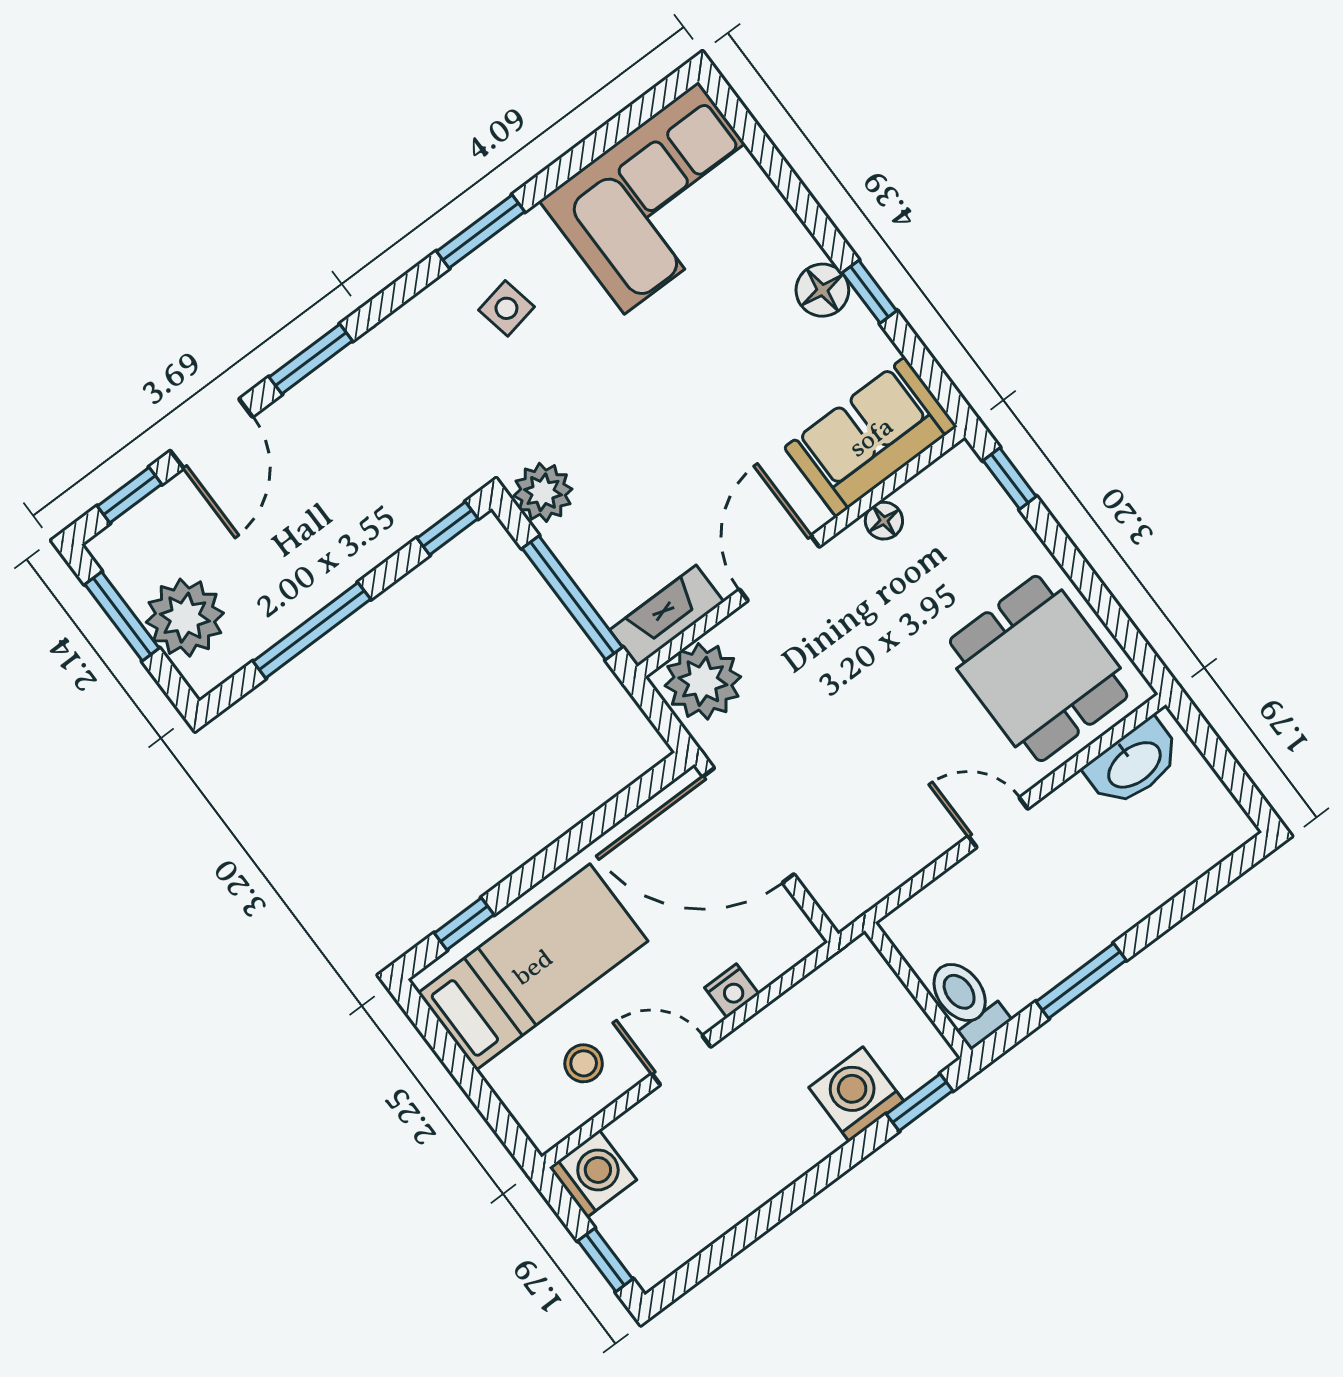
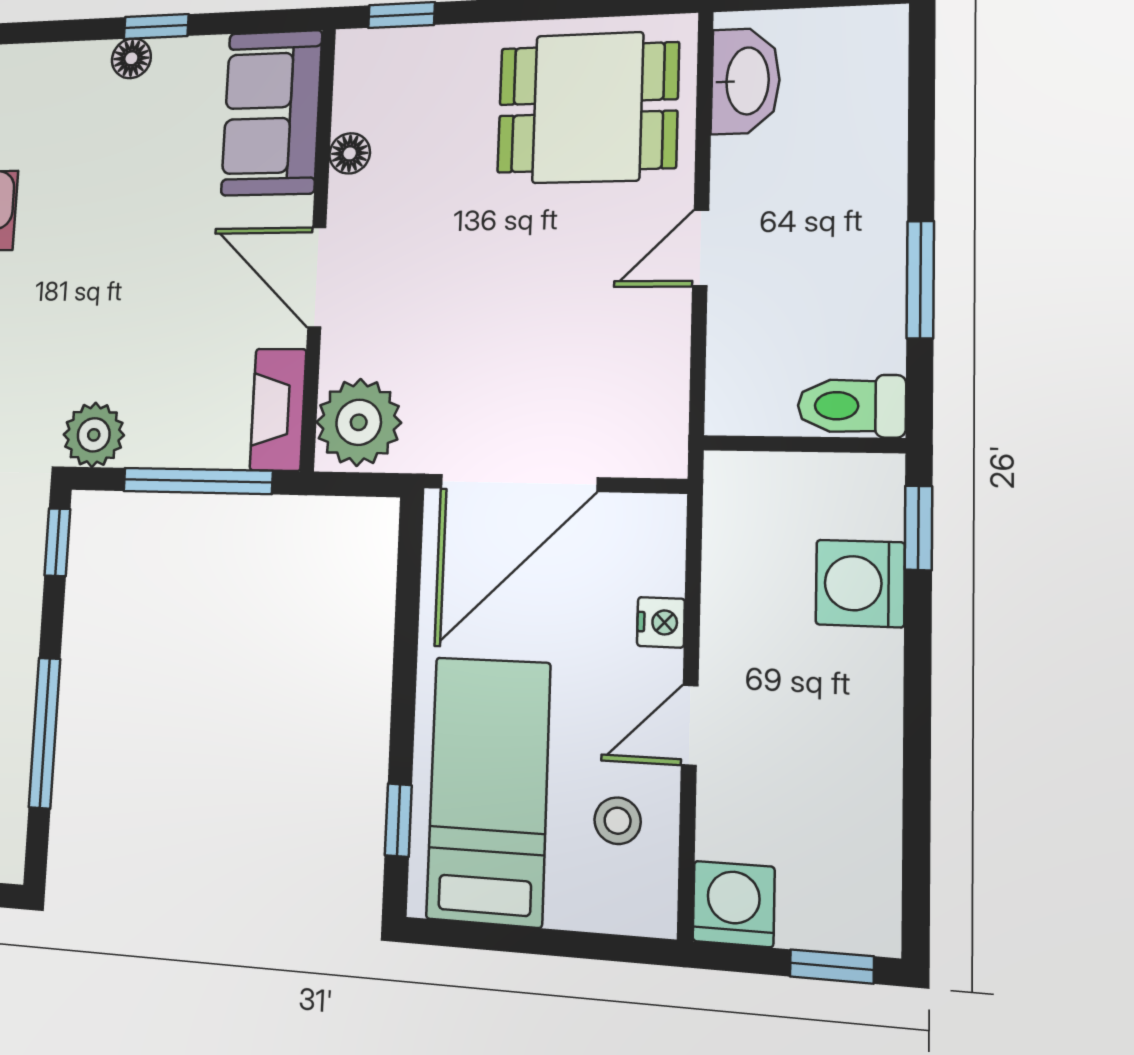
floor lamp: (822, 290) -> (131, 58), width x0.73, depth x0.73

